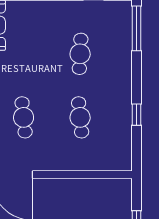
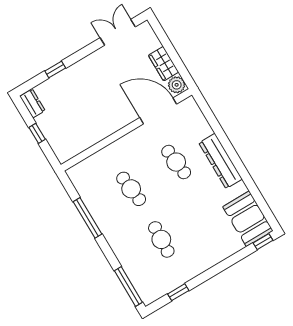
window: (137, 115) -> (87, 218), width x2.17

